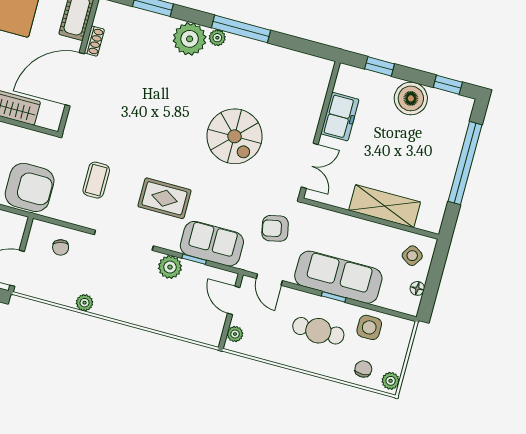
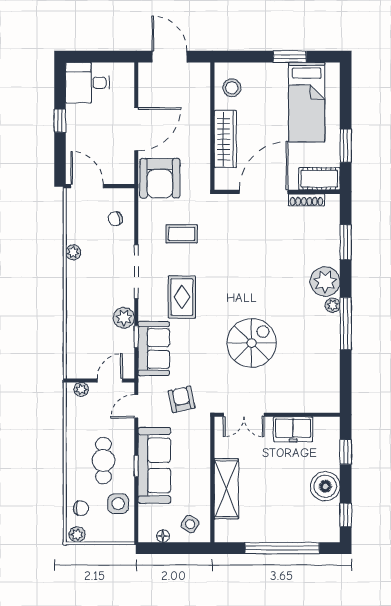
shoe rack: (94, 41) -> (307, 200), width x1.43
door: (75, 79) -> (264, 192), hinge flipped
spiral stairs: (234, 136) -> (252, 343), turned 180

